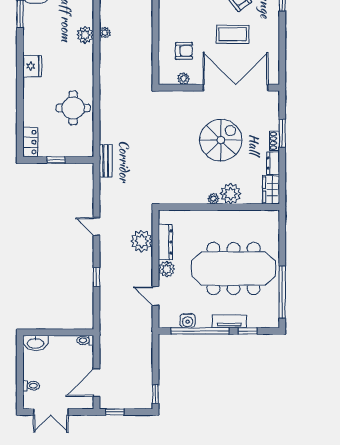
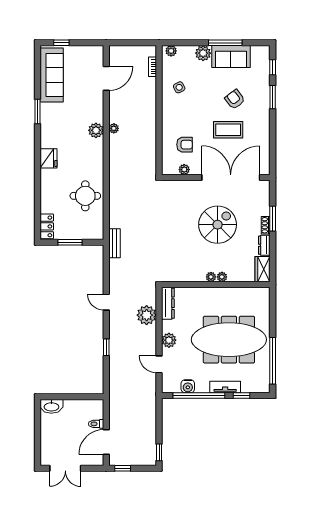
window: (56, 160) -> (70, 242), width x1.50
plant: (231, 194) -> (222, 277), width x0.53, depth x0.53
dresser: (165, 242) -> (168, 303), moved
toilet: (85, 340) -> (96, 424), moved
toilet: (31, 386) -> (48, 445), removed

